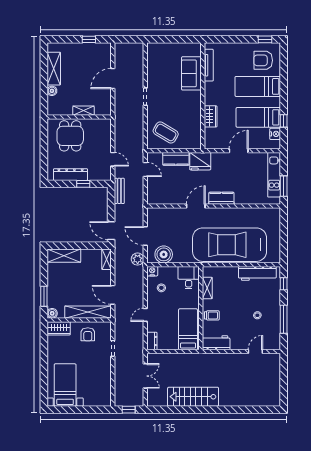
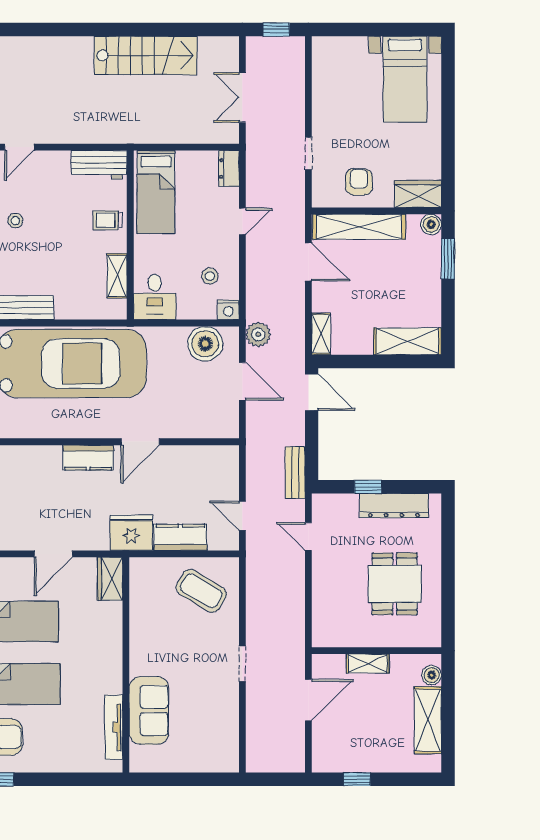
shelving: (83, 111) -> (368, 663), moved
wardrobe: (211, 116) -> (110, 579), moved
wall: (79, 117) -> (376, 651), moved

